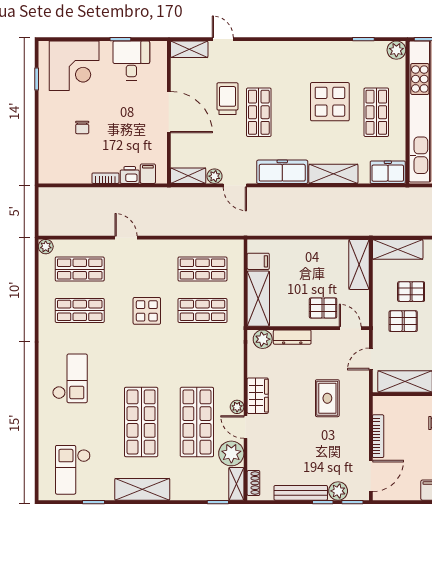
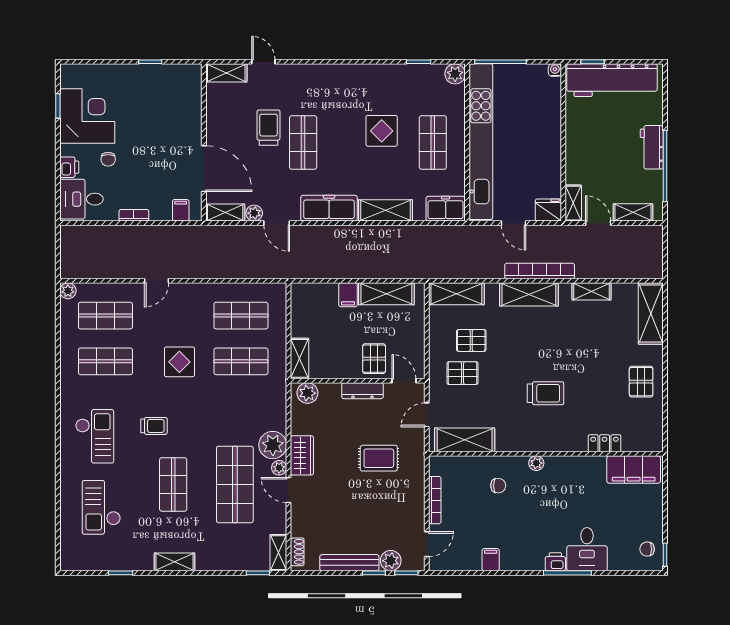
desk: (131, 60) -> (81, 199), moved, turned -90
corner desk: (74, 66) -> (87, 116), moved, turned -90
display table: (330, 102) -> (382, 131), width x0.73, depth x0.73
door: (169, 112) -> (204, 169), moved
printer: (130, 175) -> (69, 167), moved, turned 90
door: (126, 238) -> (156, 281), swing flipped
filing cabinet: (258, 261) -> (348, 295), moved, turned 90
shelving: (359, 264) -> (386, 294), moved, turned 90
shelving: (258, 299) -> (300, 358), width x0.67, depth x0.75
pallet: (323, 308) -> (374, 359), turned 90
dresser: (292, 337) -> (362, 391), moved
trolley: (124, 369) -> (154, 426), added
rug: (327, 398) -> (379, 458), turned 90
shop shelf: (141, 422) -> (173, 484), width x0.70, depth x0.74
plant: (231, 453) -> (273, 445), moved
checkout: (73, 470) -> (101, 507), moved
door: (371, 476) -> (427, 544), width x0.73
shelving: (142, 489) -> (174, 562), width x0.67, depth x0.75

